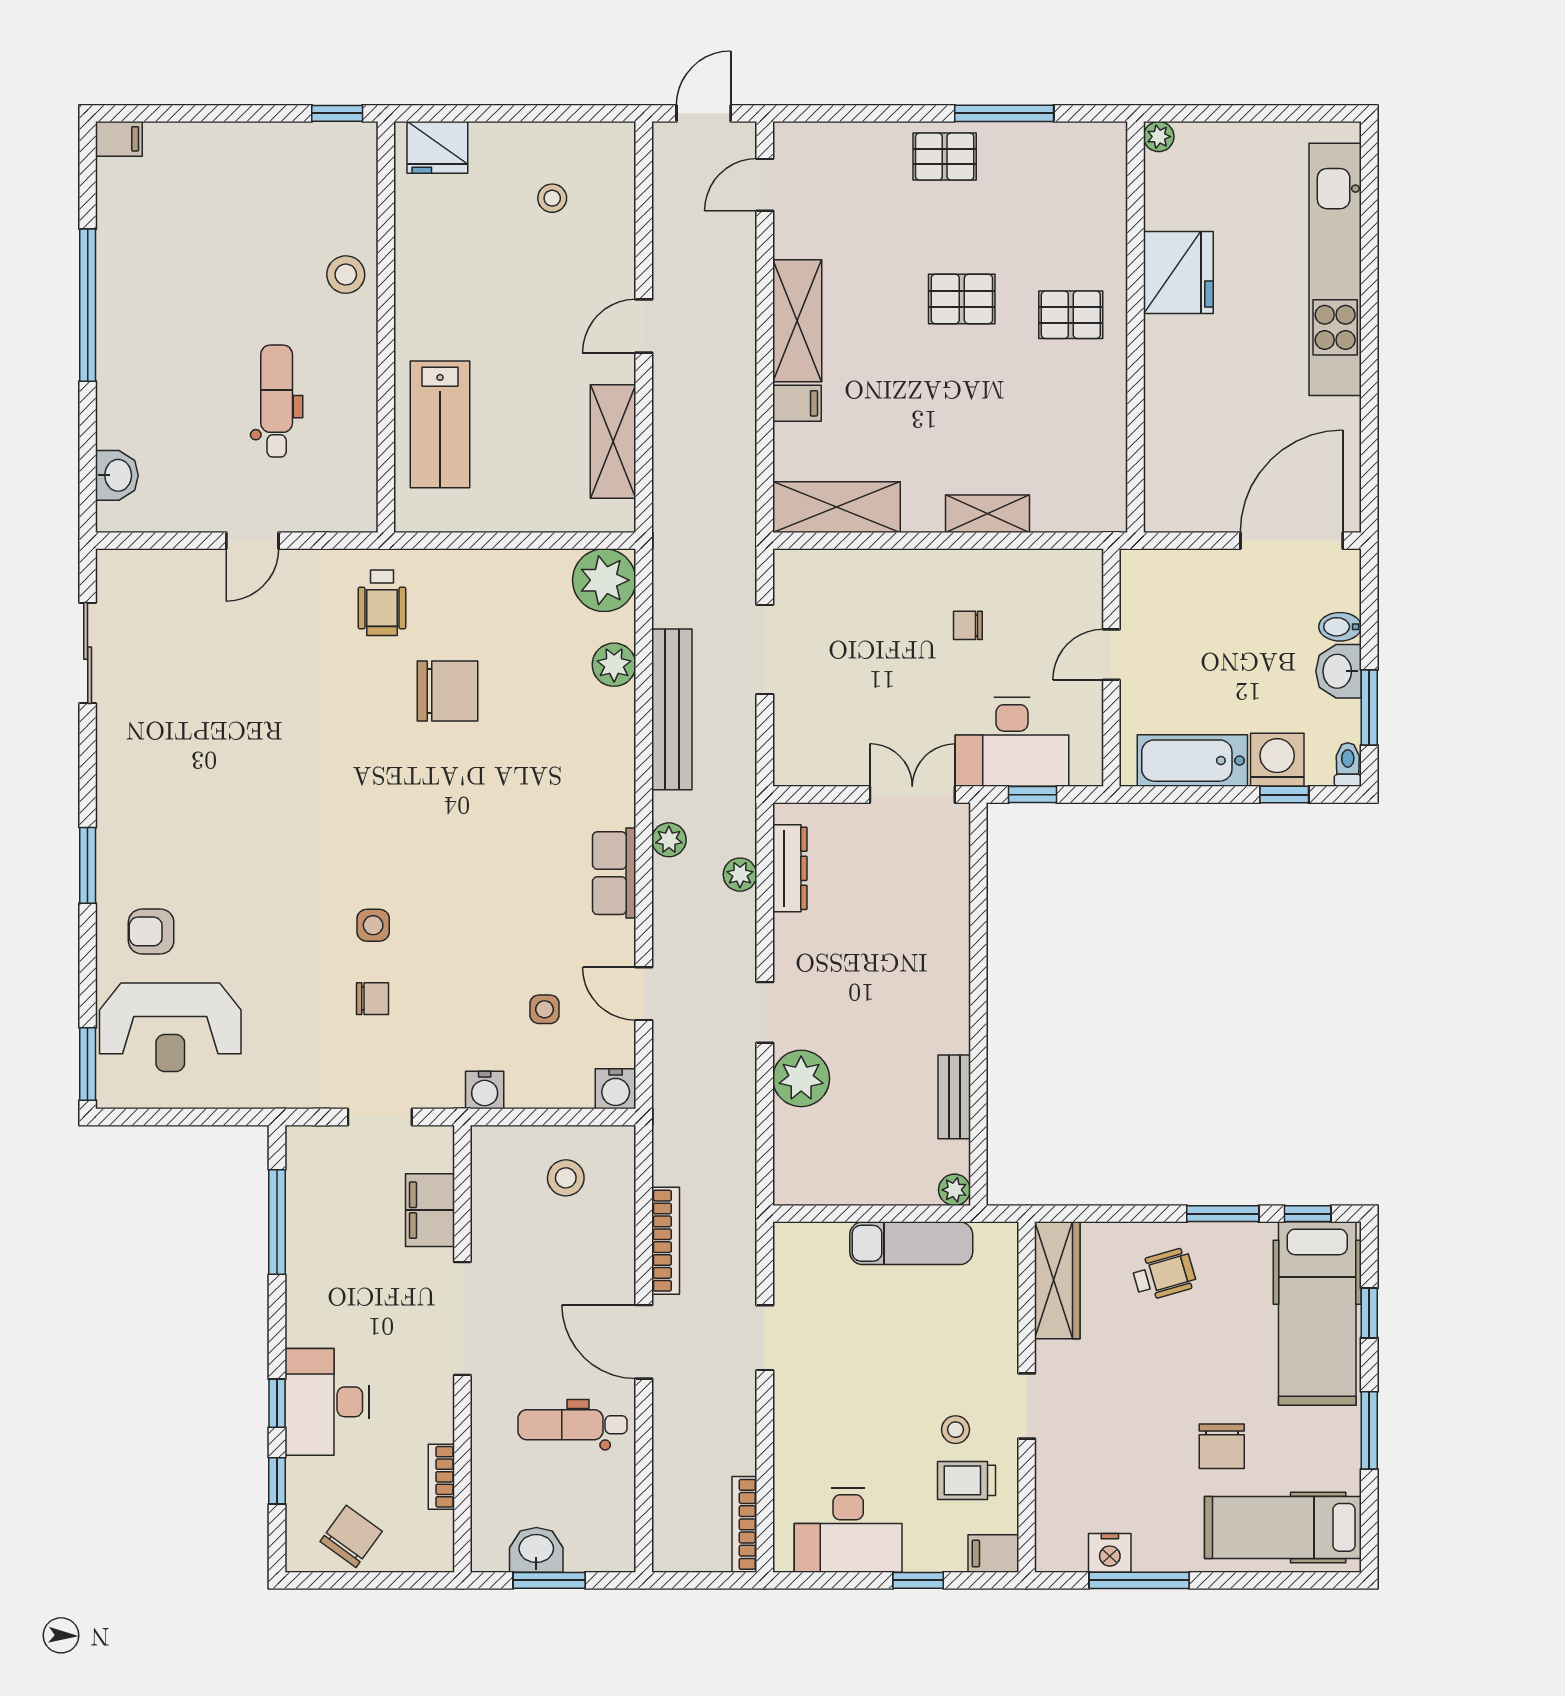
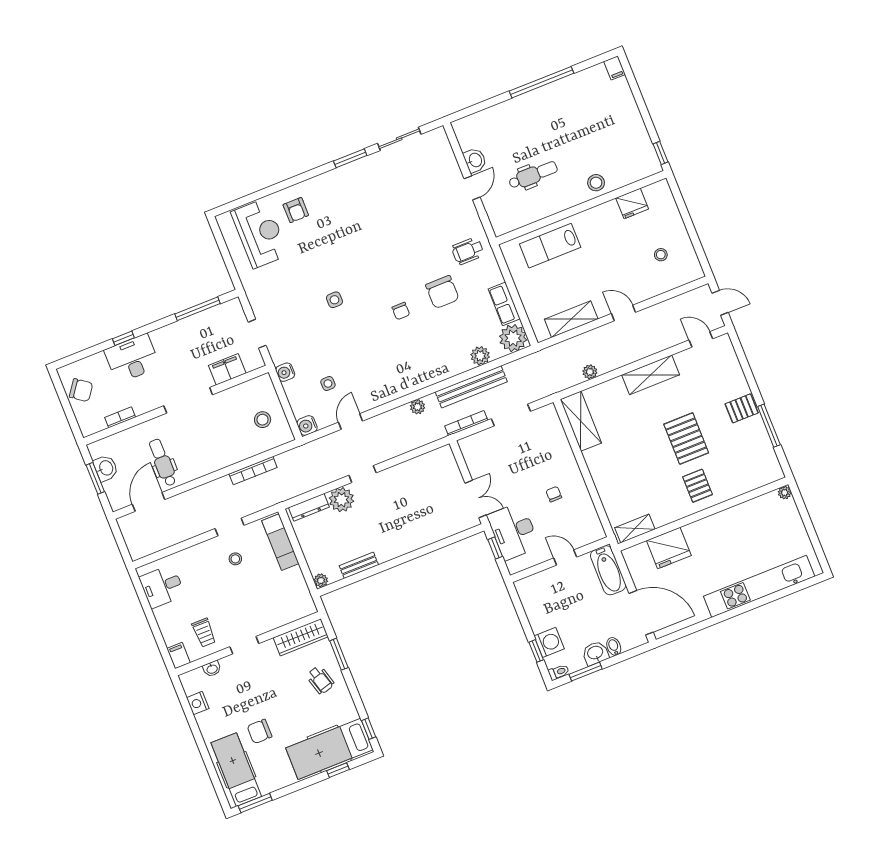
fridge: (437, 147) -> (632, 203), moved, turned -90
pallet: (945, 157) -> (742, 408), turned 90
fridge: (1178, 273) -> (669, 548), moved
pallet: (962, 299) -> (686, 439), width x1.50, depth x1.42
filing cabinet: (797, 403) -> (617, 388), removed
washbasin: (117, 475) -> (475, 160), moved, turned -90
shelving: (987, 514) -> (635, 528), moved, turned 90
door: (252, 541) -> (472, 188), swing flipped
bathtub: (1192, 761) -> (608, 570), moved, turned 180
window: (88, 865) -> (350, 158), moved
dresser: (790, 868) -> (309, 507), moved
row of seats: (614, 873) -> (504, 304), moved, turned -90
plant: (740, 875) -> (590, 372), moved
armchair: (151, 931) -> (296, 210), turned 180
chair: (372, 999) -> (401, 311), moved
reception desk: (170, 1027) -> (260, 233), turned 180
window: (88, 1064) -> (231, 206), removed
window: (1223, 1214) -> (339, 654), moved
exam couch: (911, 1243) -> (280, 542), moved
door: (644, 1342) -> (149, 502), moved
stool: (956, 1430) -> (235, 559), moved
window: (1369, 1430) -> (255, 803), moved
trolley: (966, 1480) -> (204, 633), turned 180
window: (277, 1481) -> (92, 351), removed
washbasin: (1050, 1494) -> (212, 669), added
bookcase: (744, 1524) -> (466, 423), moved
desk: (848, 1530) -> (162, 586), width x0.73
window: (918, 1580) -> (155, 629), removed
window: (1139, 1580) -> (191, 720), removed

